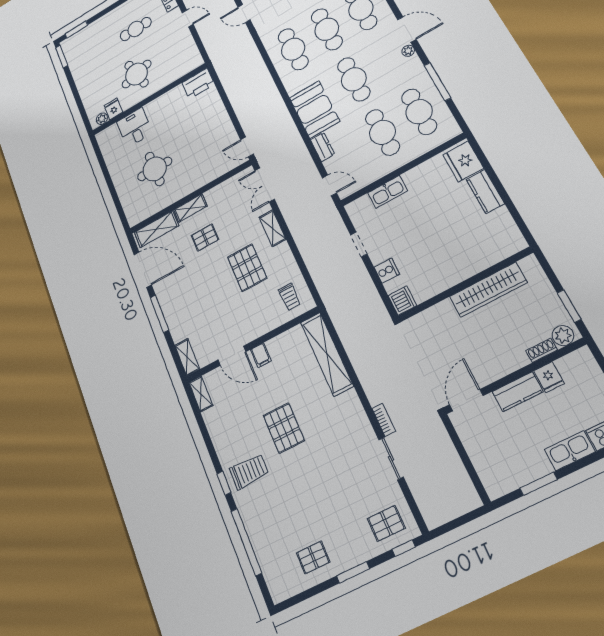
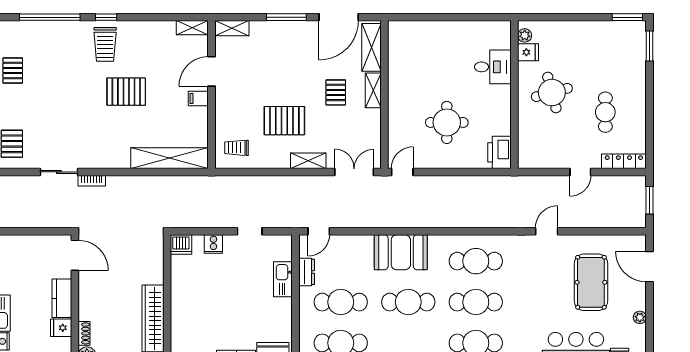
dresser: (322, 147) -> (307, 272), moved, turned -90
round table: (155, 169) -> (447, 122), moved

